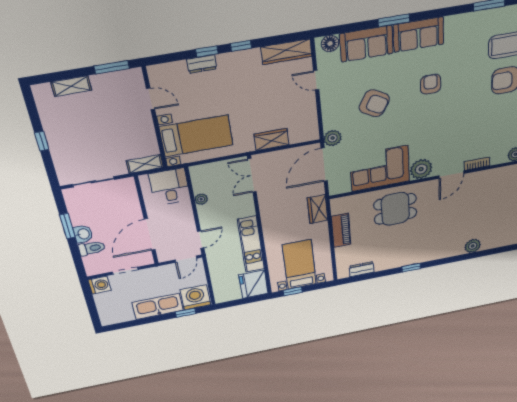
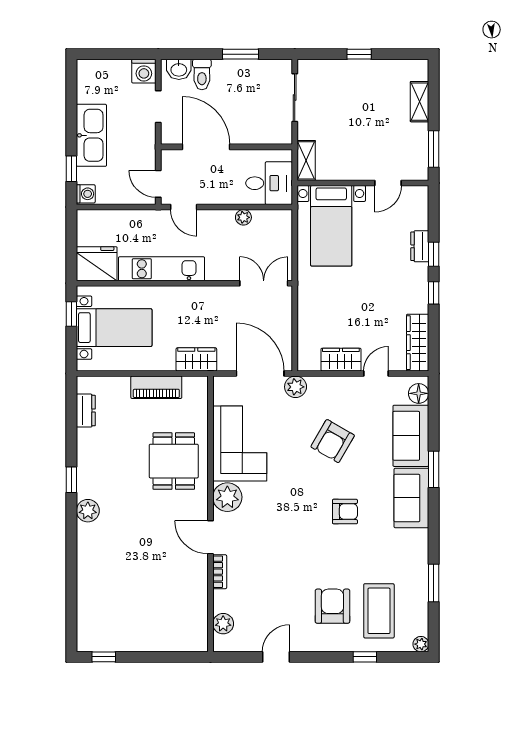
wardrobe: (271, 140) -> (341, 360), moved, turned -90
washbasin: (83, 234) -> (179, 69), moved
plant: (473, 246) -> (88, 511), moved
washing machine: (195, 297) -> (86, 194), width x0.53, depth x0.53

